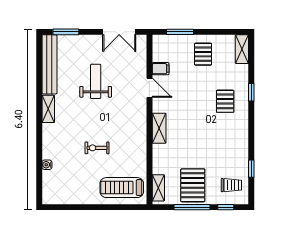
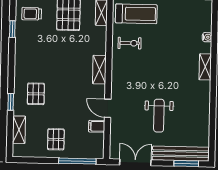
window: (180, 32) -> (77, 161), width x1.44
shelving: (242, 49) -> (19, 130), moved
bench: (49, 64) -> (181, 154), moved, turned 90
shelving: (48, 109) -> (205, 67), moved
exercise bike: (97, 148) -> (130, 43), moved

